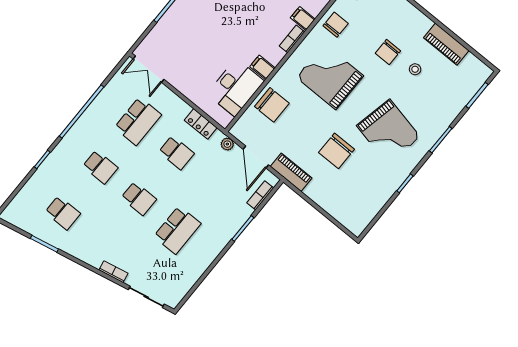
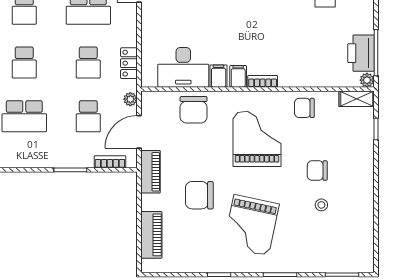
filing cabinet: (303, 18) -> (238, 76), moved
chair: (336, 25) -> (304, 108), turned 180
piano: (446, 44) -> (151, 235), moved, turned 180
school desk: (215, 184) -> (88, 116), added

